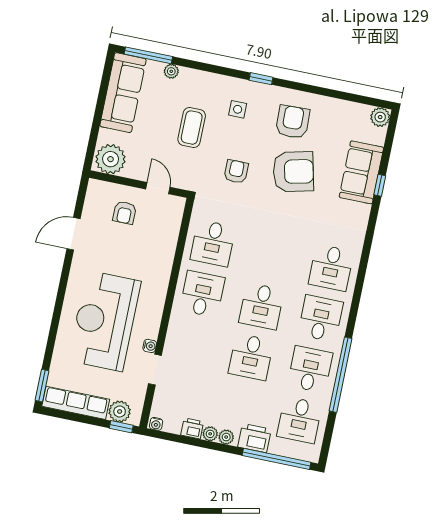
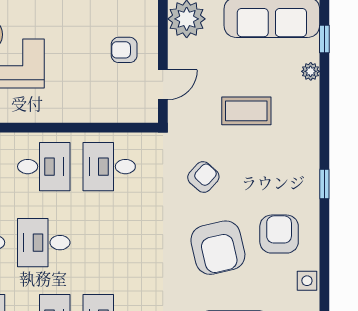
window: (148, 55) -> (324, 39), width x0.46
side table: (238, 109) -> (307, 281), moved
armchair: (293, 122) -> (279, 234), turned -88
armchair: (236, 172) -> (203, 177), turned -48

